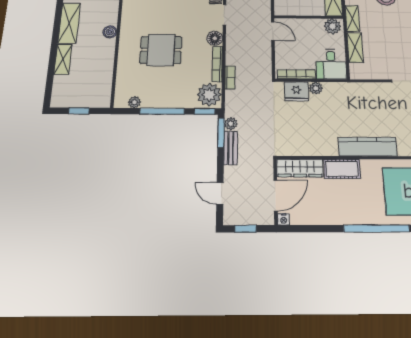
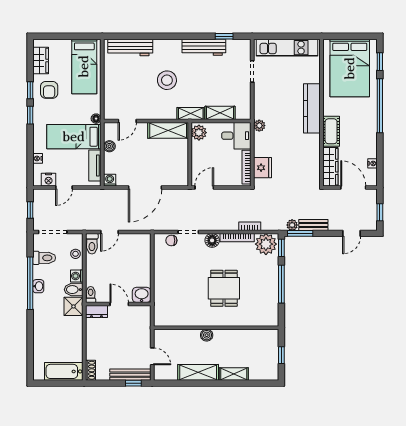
plant: (316, 88) -> (259, 126), moved
plant: (134, 102) -> (273, 308), removed
nightstand: (284, 219) -> (372, 163), moved

